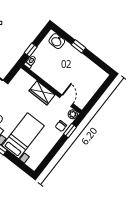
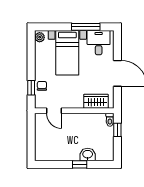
washbasin: (57, 41) -> (88, 155), moved
wardrobe: (42, 93) -> (96, 101), moved
plant: (73, 114) -> (40, 37), moved

